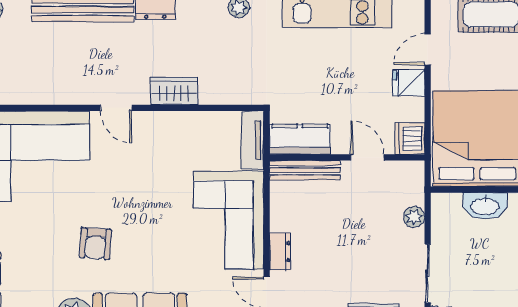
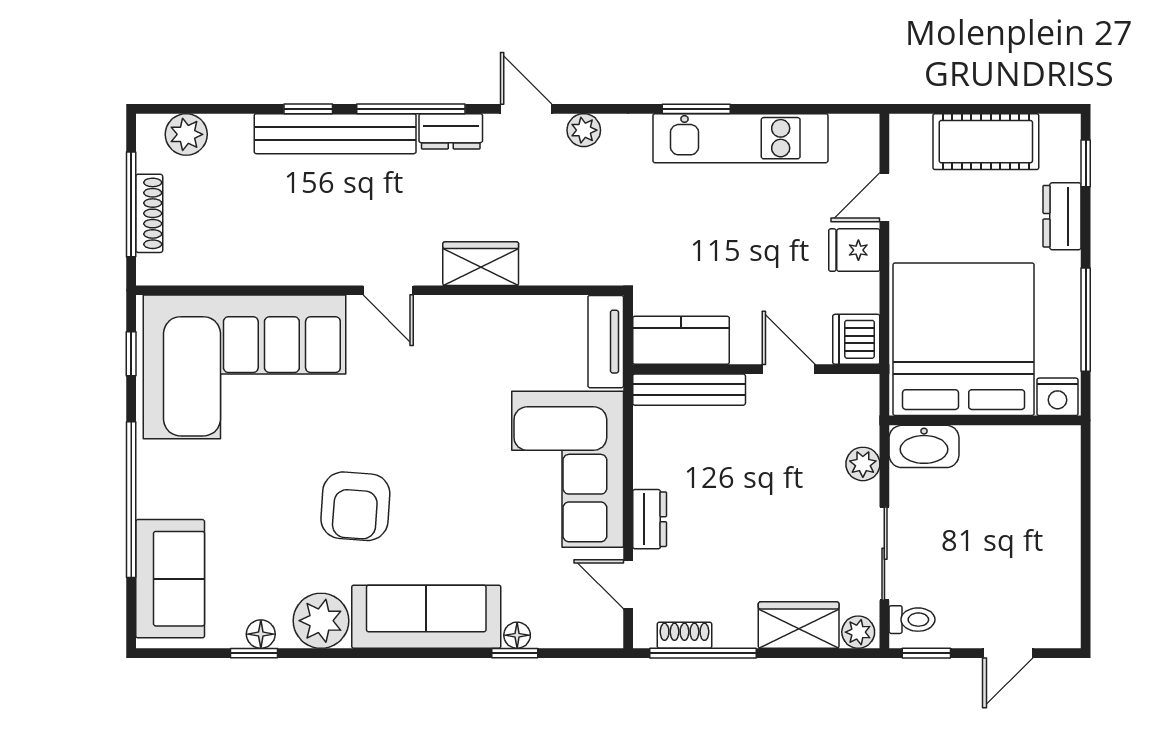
washbasin: (485, 206) -> (924, 446), moved
armchair: (95, 243) -> (355, 506), width x1.38, depth x1.38

